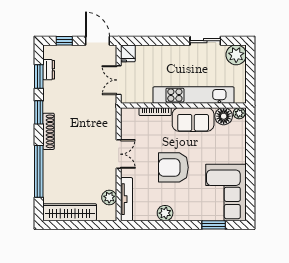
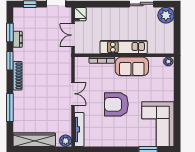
dresser: (49, 70) -> (18, 39), moved
kitchen unit: (194, 95) -> (124, 47), width x0.73
floor lamp: (224, 116) -> (156, 64), removed
window: (39, 171) -> (10, 108), width x0.68
plant: (109, 197) -> (66, 141), moved
plant: (165, 213) -> (110, 140), removed

